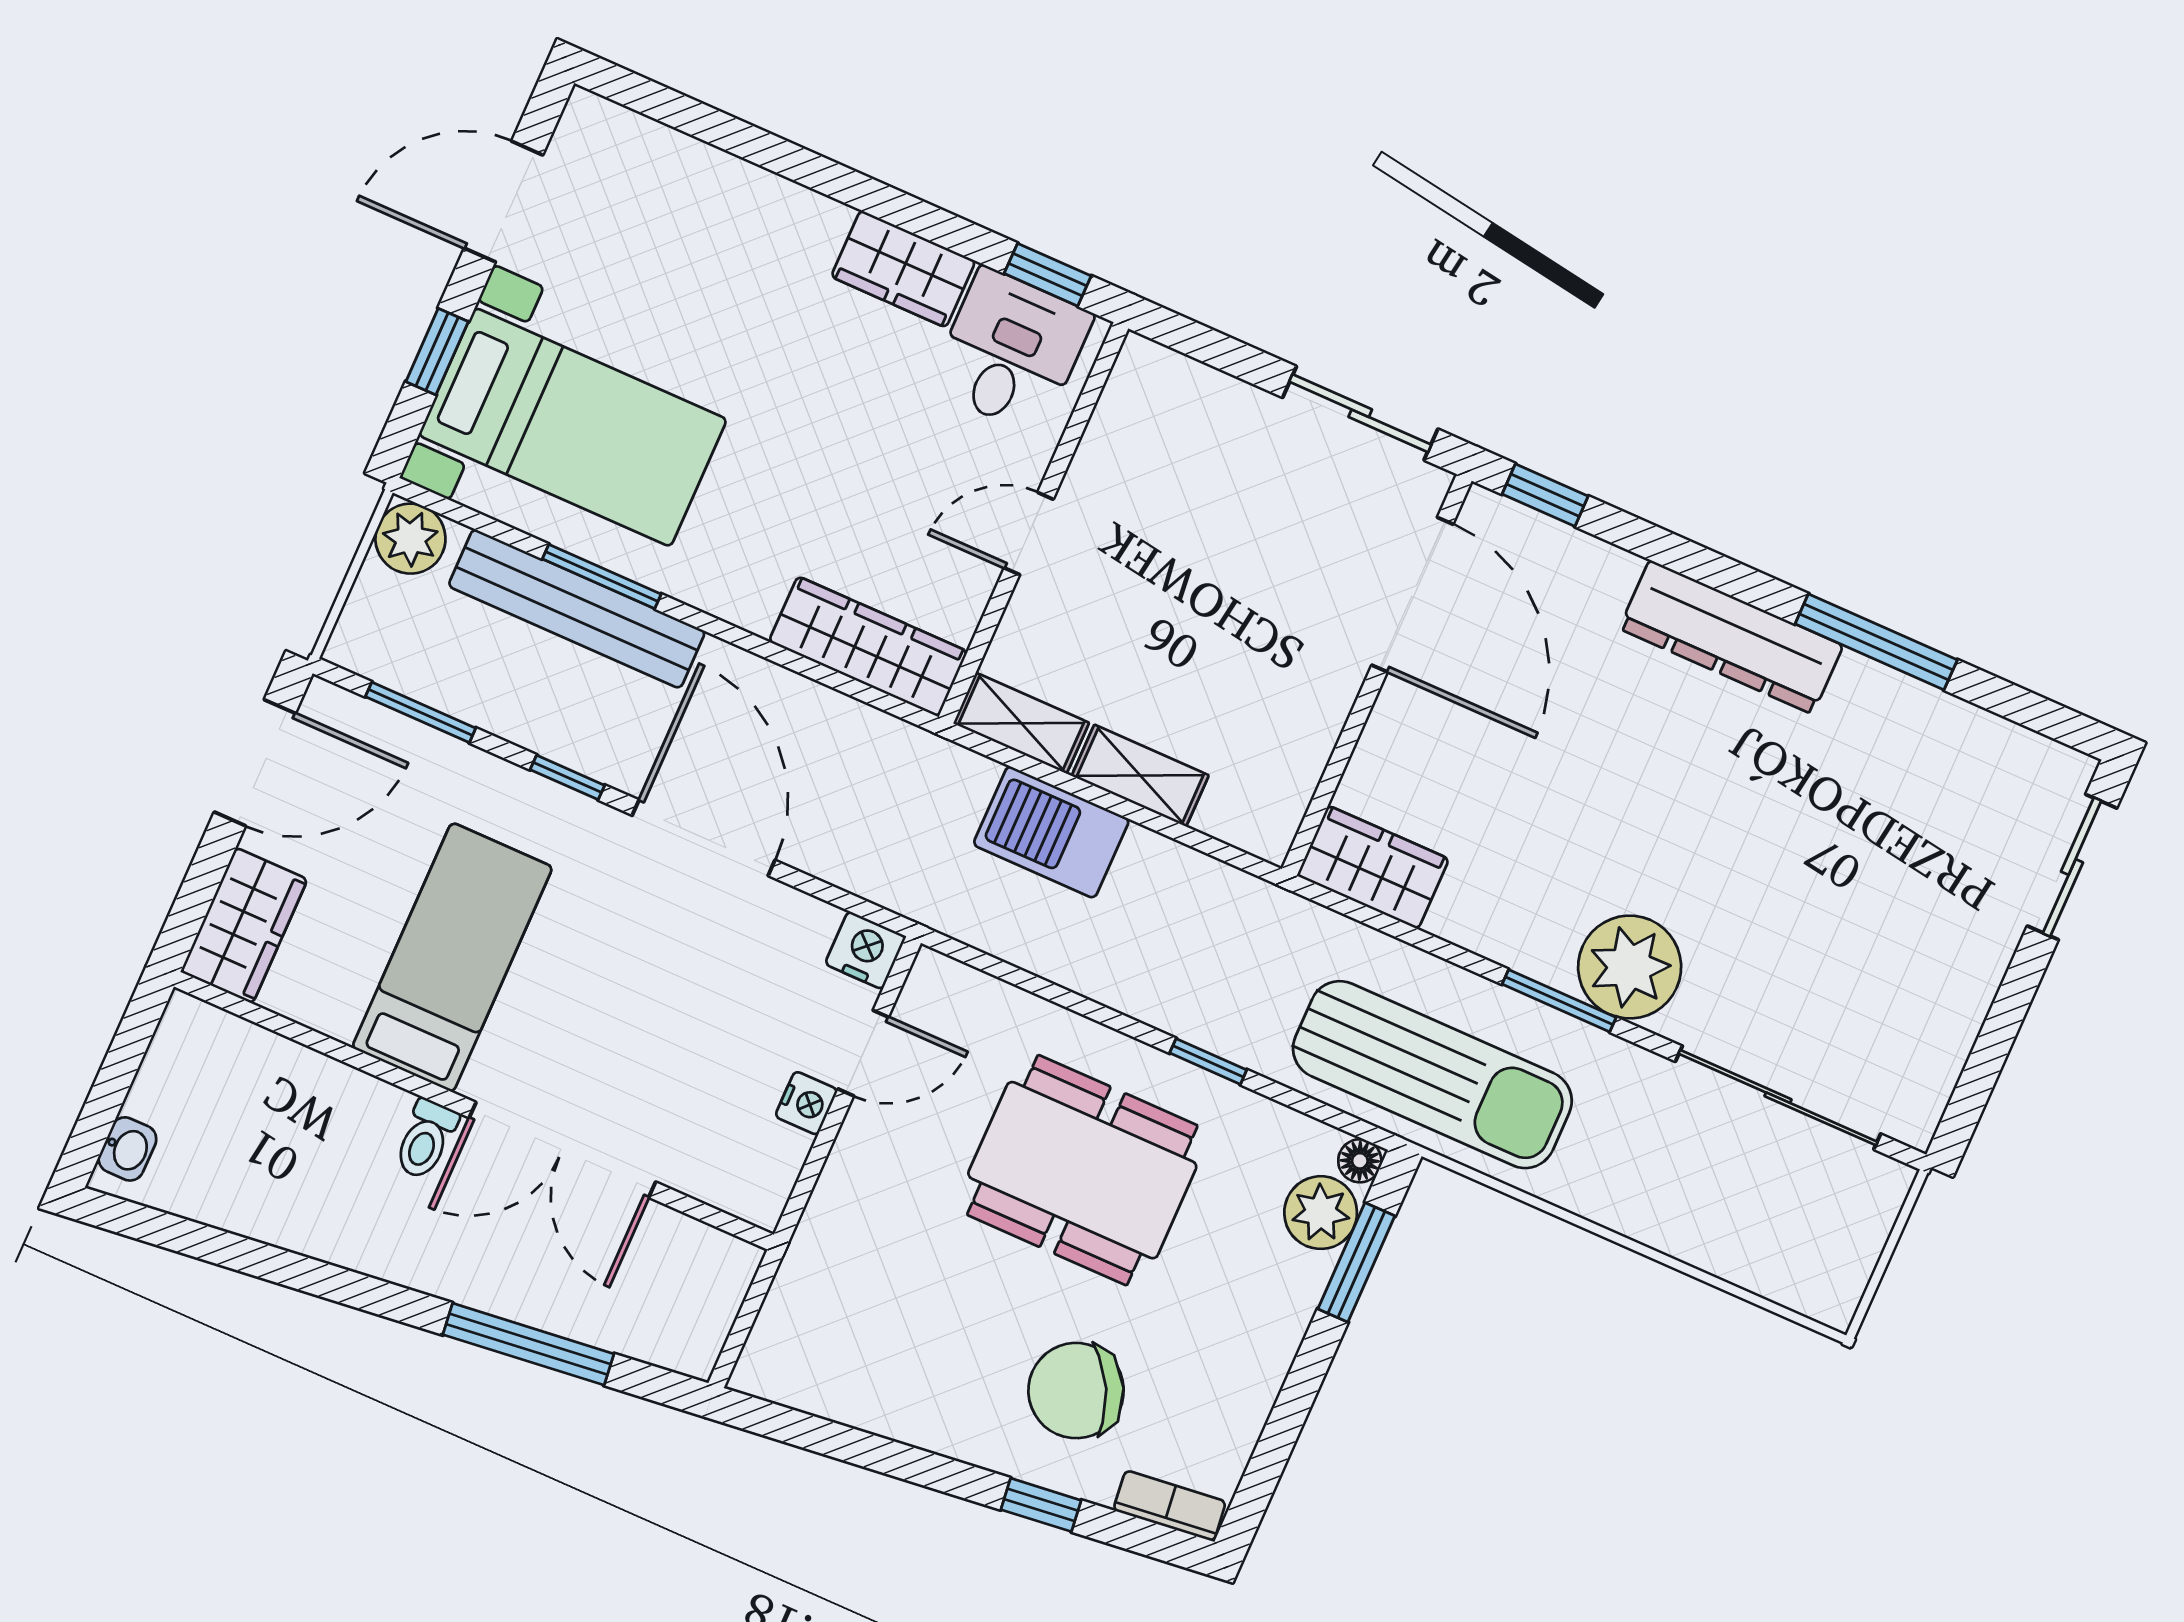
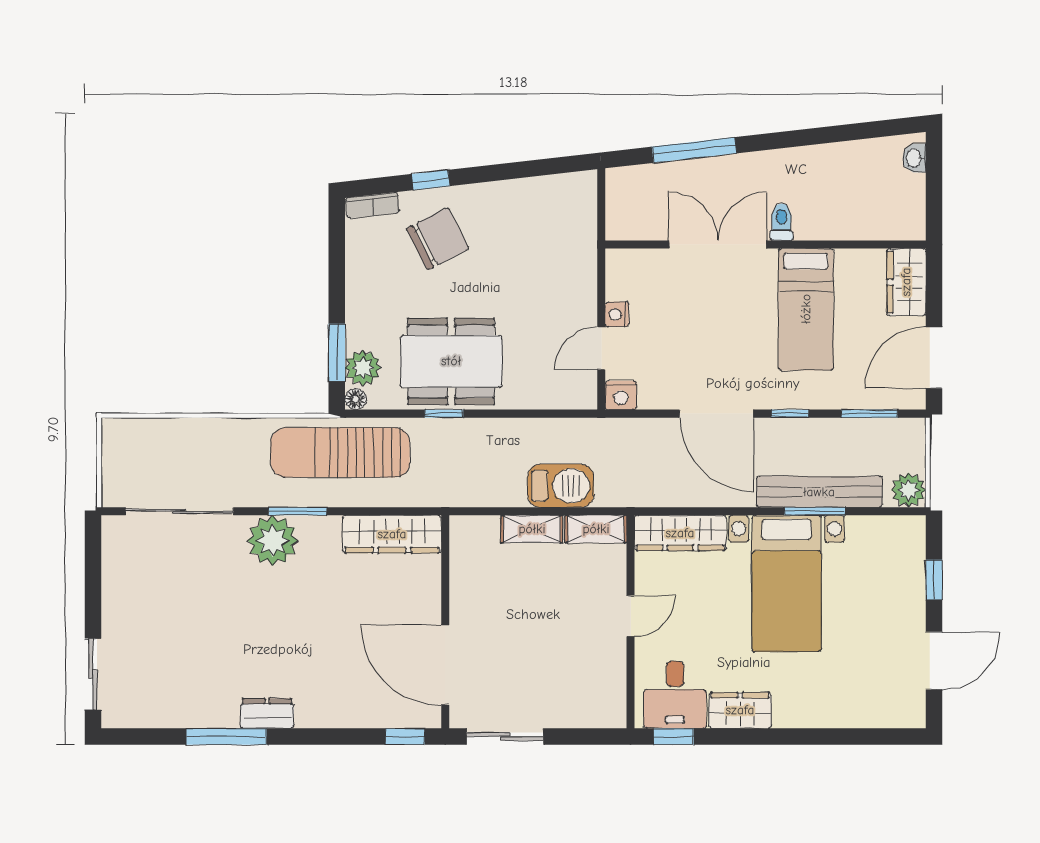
bed with nightstands: (573, 427) -> (787, 583), moved, turned -90
dresser: (1731, 637) -> (267, 713), width x0.51, depth x0.80
wardrobe: (1373, 867) -> (392, 534), width x1.50
dining table: (1082, 1170) -> (451, 361), moved

